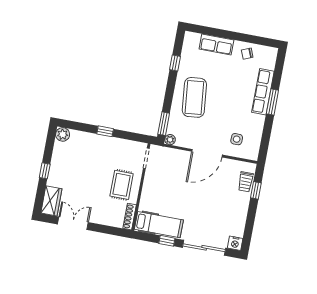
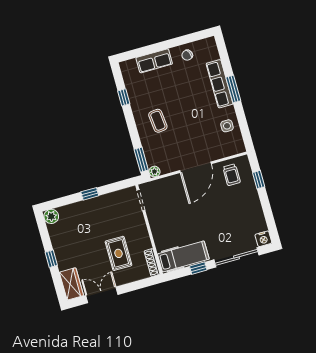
coffee table: (194, 97) -> (158, 121), width x0.54, depth x0.58
side table: (237, 139) -> (227, 126), moved
trolley: (246, 182) -> (232, 175), moved
rug: (122, 185) -> (118, 253), moved

